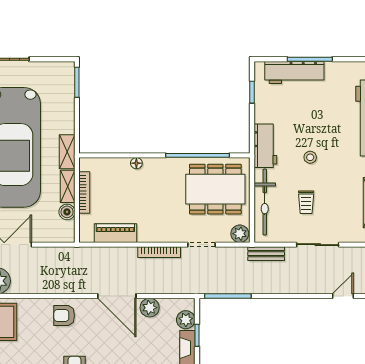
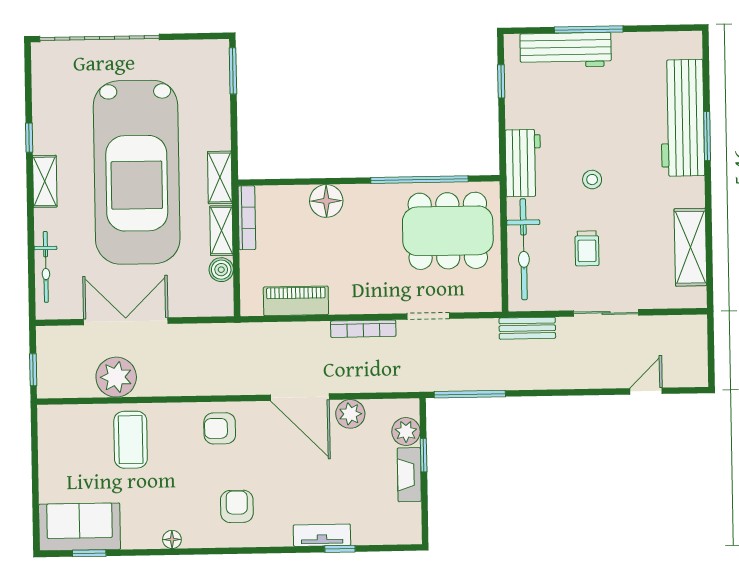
floor lamp: (136, 163) -> (326, 201), width x1.89, depth x1.89
bookcase: (84, 192) -> (247, 218), moved
plant: (240, 234) -> (486, 298), removed

